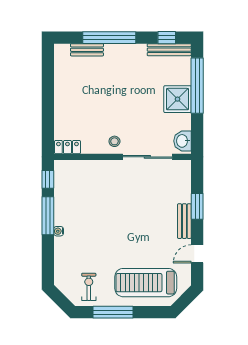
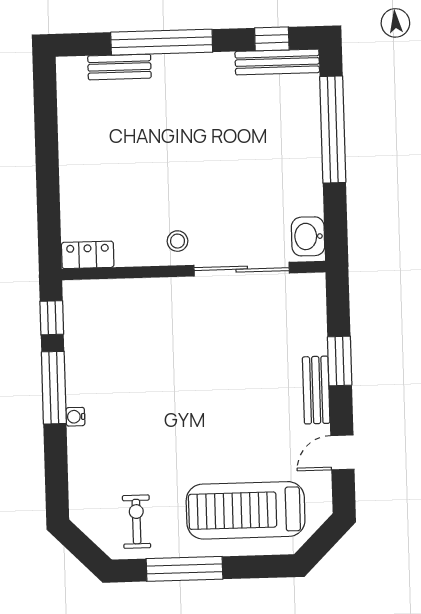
shower: (178, 99) -> (296, 156), removed

